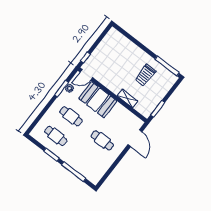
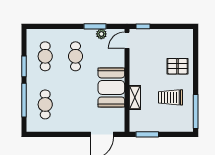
pallet: (129, 55) -> (178, 66), added
door: (86, 75) -> (127, 40), hinge flipped
booth: (98, 100) -> (111, 87), moved
cafe table: (102, 140) -> (45, 104), moved

